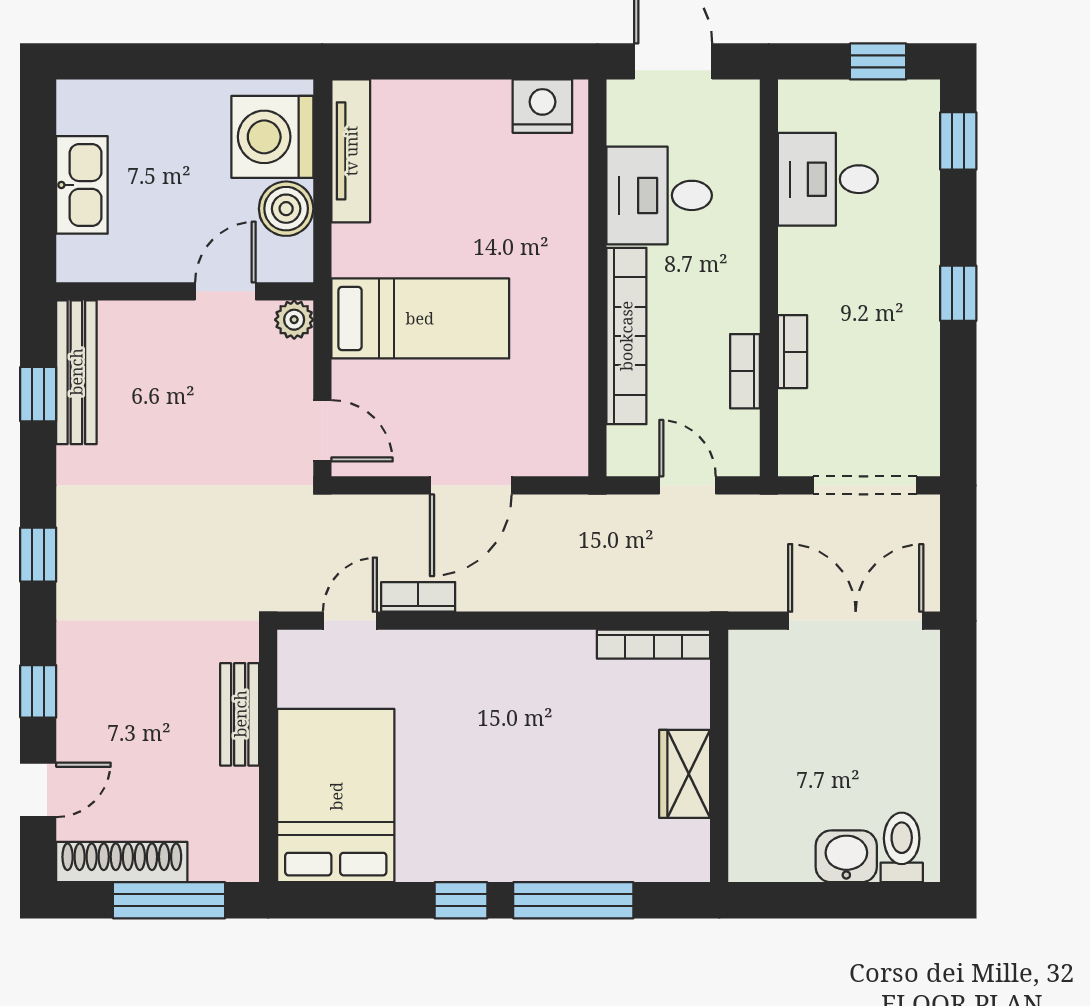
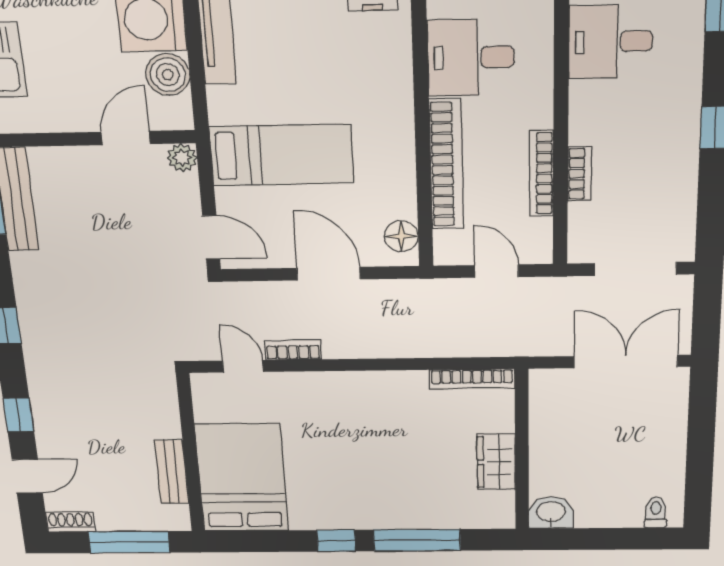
bookcase: (745, 371) -> (541, 173), width x1.56
floor lamp: (567, 434) -> (401, 236), added
door: (471, 485) -> (329, 274), swing flipped
door: (350, 621) -> (243, 366), hinge flipped
bench: (240, 714) -> (172, 472), moved
toilet: (902, 847) -> (656, 512), width x0.73, depth x0.72
washbasin: (846, 856) -> (551, 513), moved
shoe rack: (122, 862) -> (71, 522), width x0.51, depth x0.81

